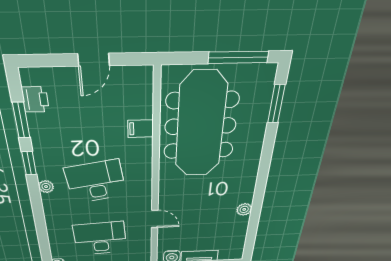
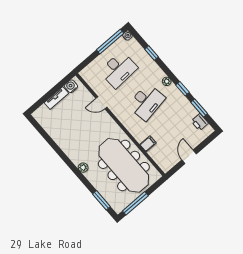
plant: (244, 209) -> (83, 168), moved
window: (41, 229) -> (152, 53), added

